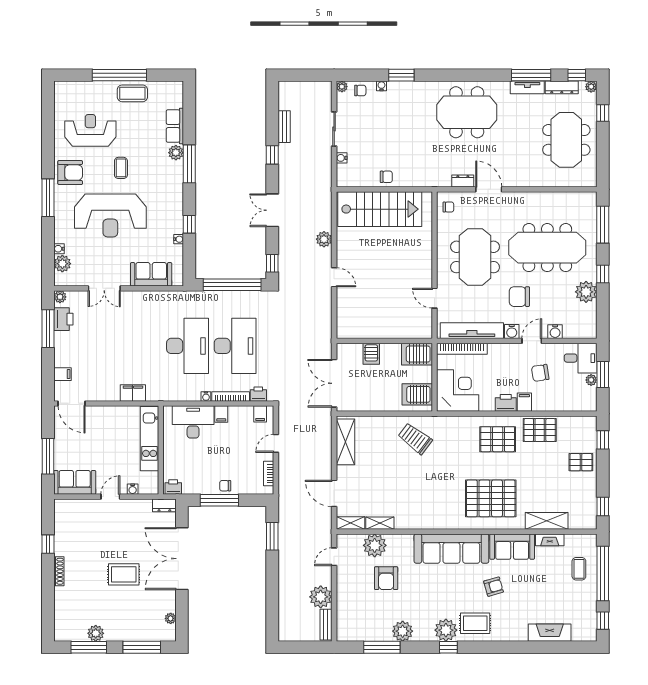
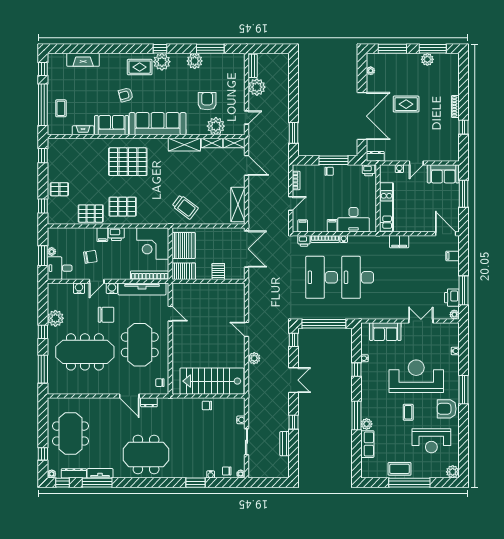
plant: (62, 264) -> (453, 472), moved
server rack: (417, 394) -> (184, 246), width x1.60
shelving: (547, 521) -> (184, 145), moved

